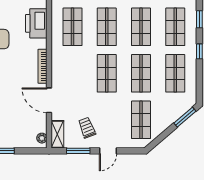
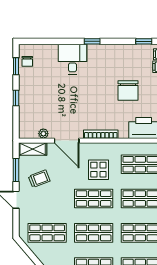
display table: (78, 69) -> (98, 170), added
door: (49, 100) -> (67, 141), swing flipped
plant: (42, 138) -> (43, 134), moved

